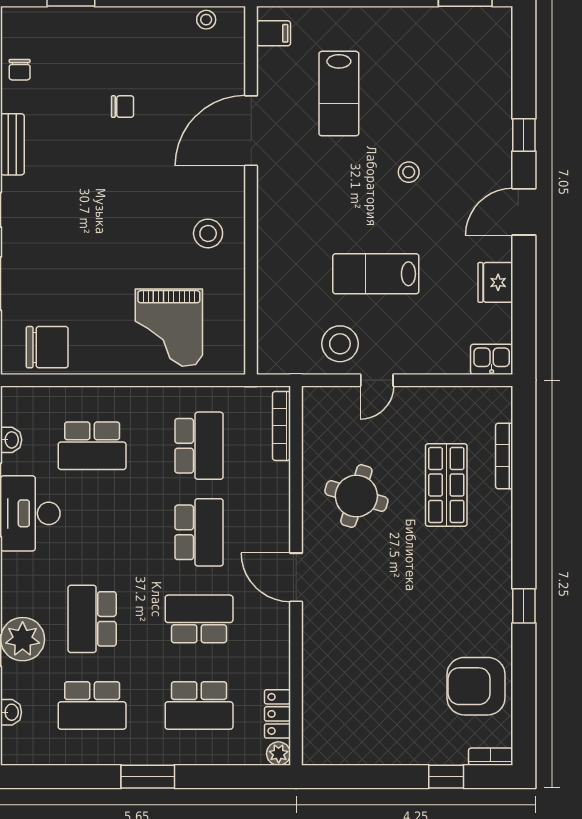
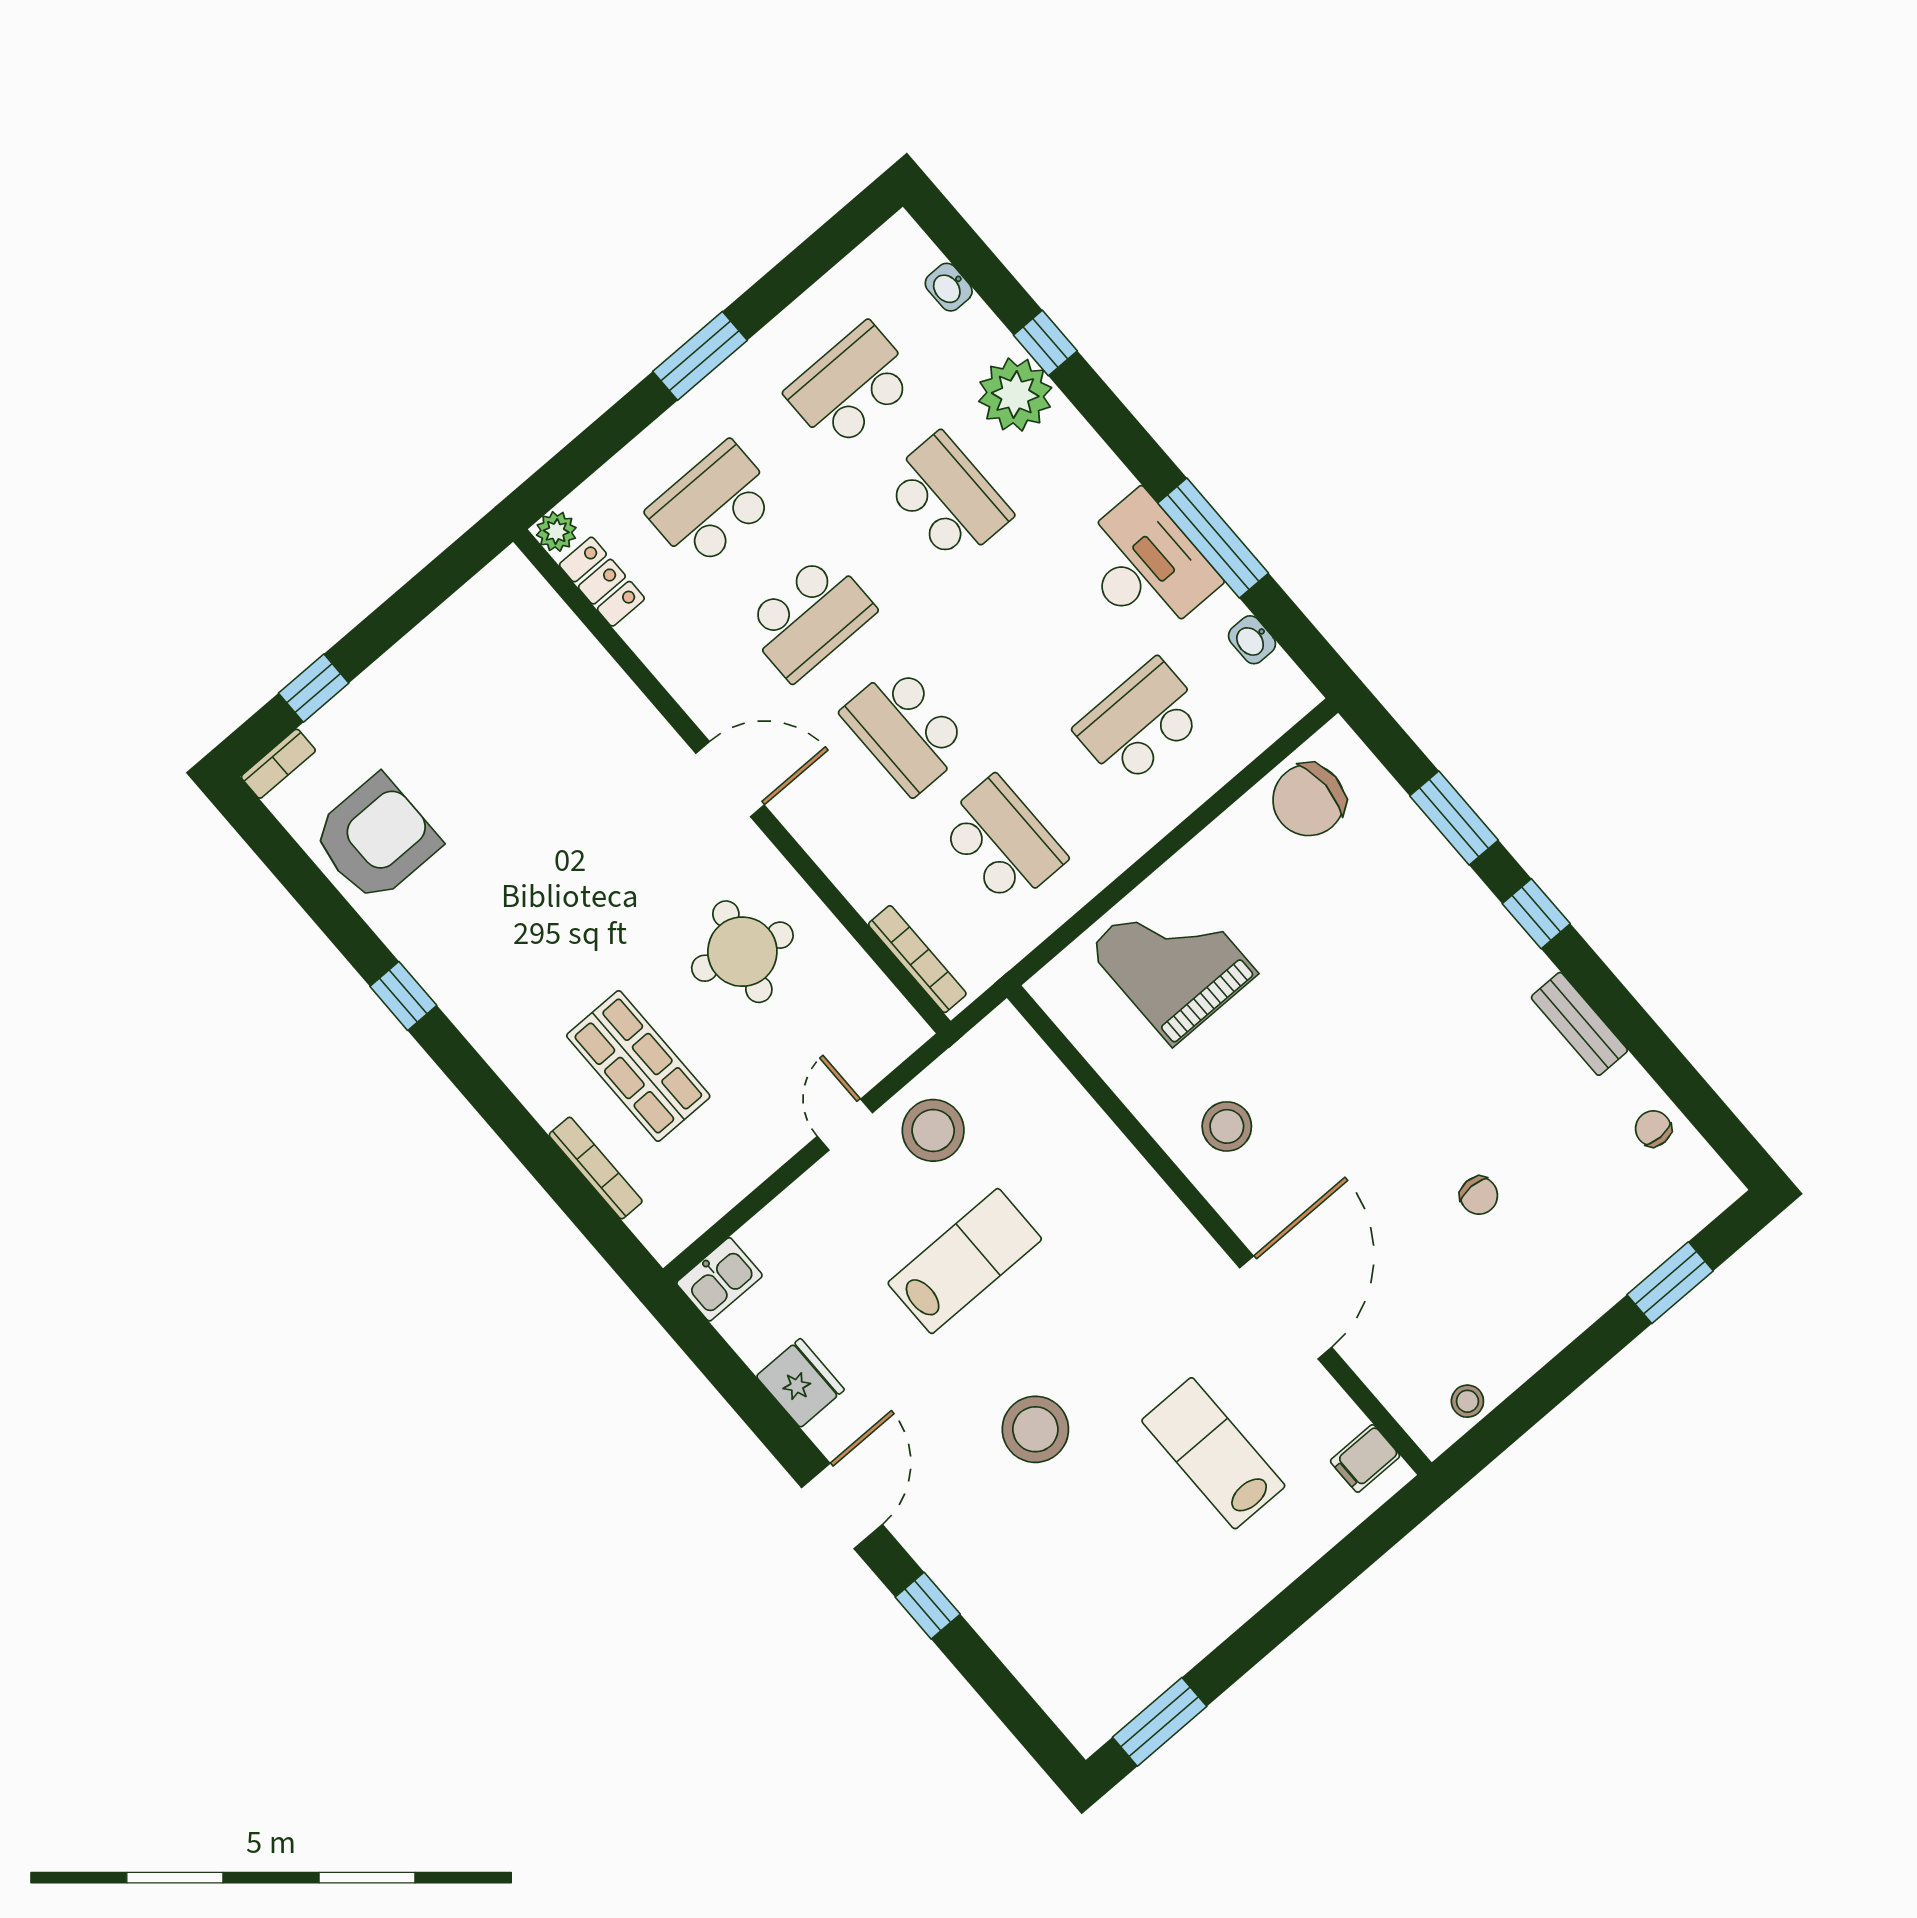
chair: (123, 107) -> (1479, 1195), turned -90
stool: (409, 172) -> (1035, 1429), width x1.89, depth x1.89
school desk: (199, 446) -> (1002, 841), turned 180

